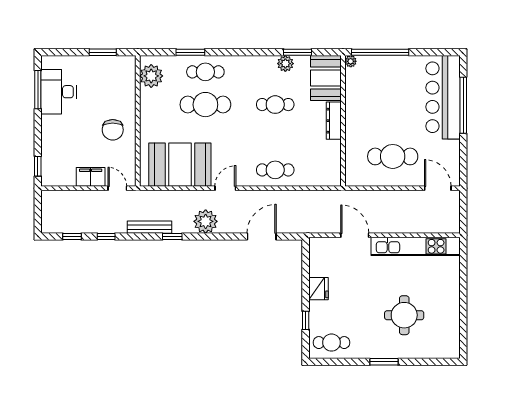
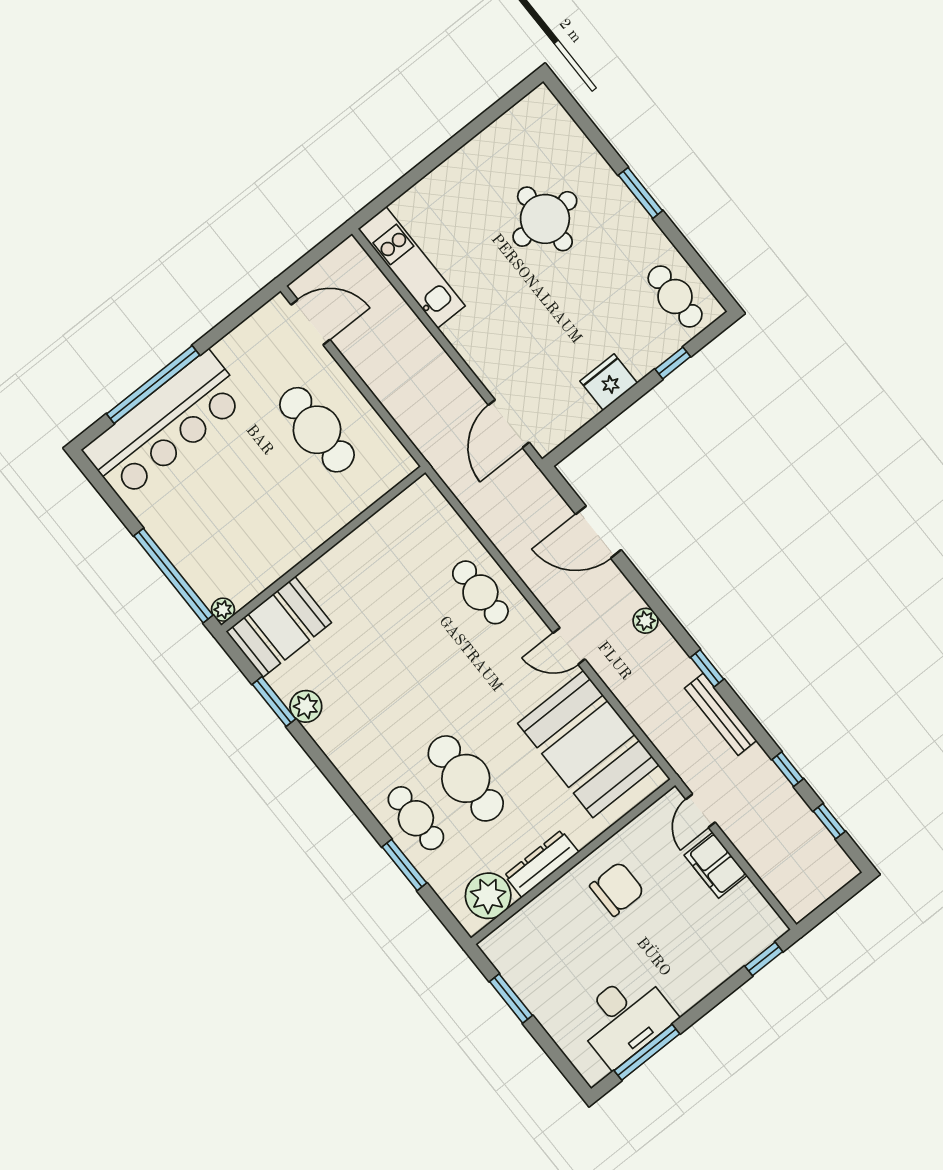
cafe table: (275, 105) -> (381, 672), removed
dresser: (334, 121) -> (542, 864), moved, turned 180
door: (438, 188) -> (310, 322), swing flipped
plant: (206, 221) -> (645, 621), width x0.53, depth x0.53
door: (355, 235) -> (509, 424), moved
kitchen unit: (416, 246) -> (412, 267), width x0.73

